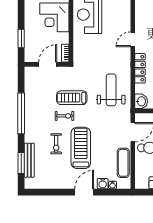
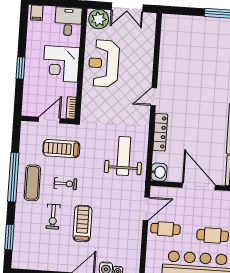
window: (21, 39) -> (21, 68), moved
treadmill: (72, 98) -> (61, 149), moved
treadmill: (81, 148) -> (82, 224), width x0.73, depth x0.73
bench: (29, 160) -> (19, 234), removed
exercise mat: (123, 163) -> (32, 183), moved

